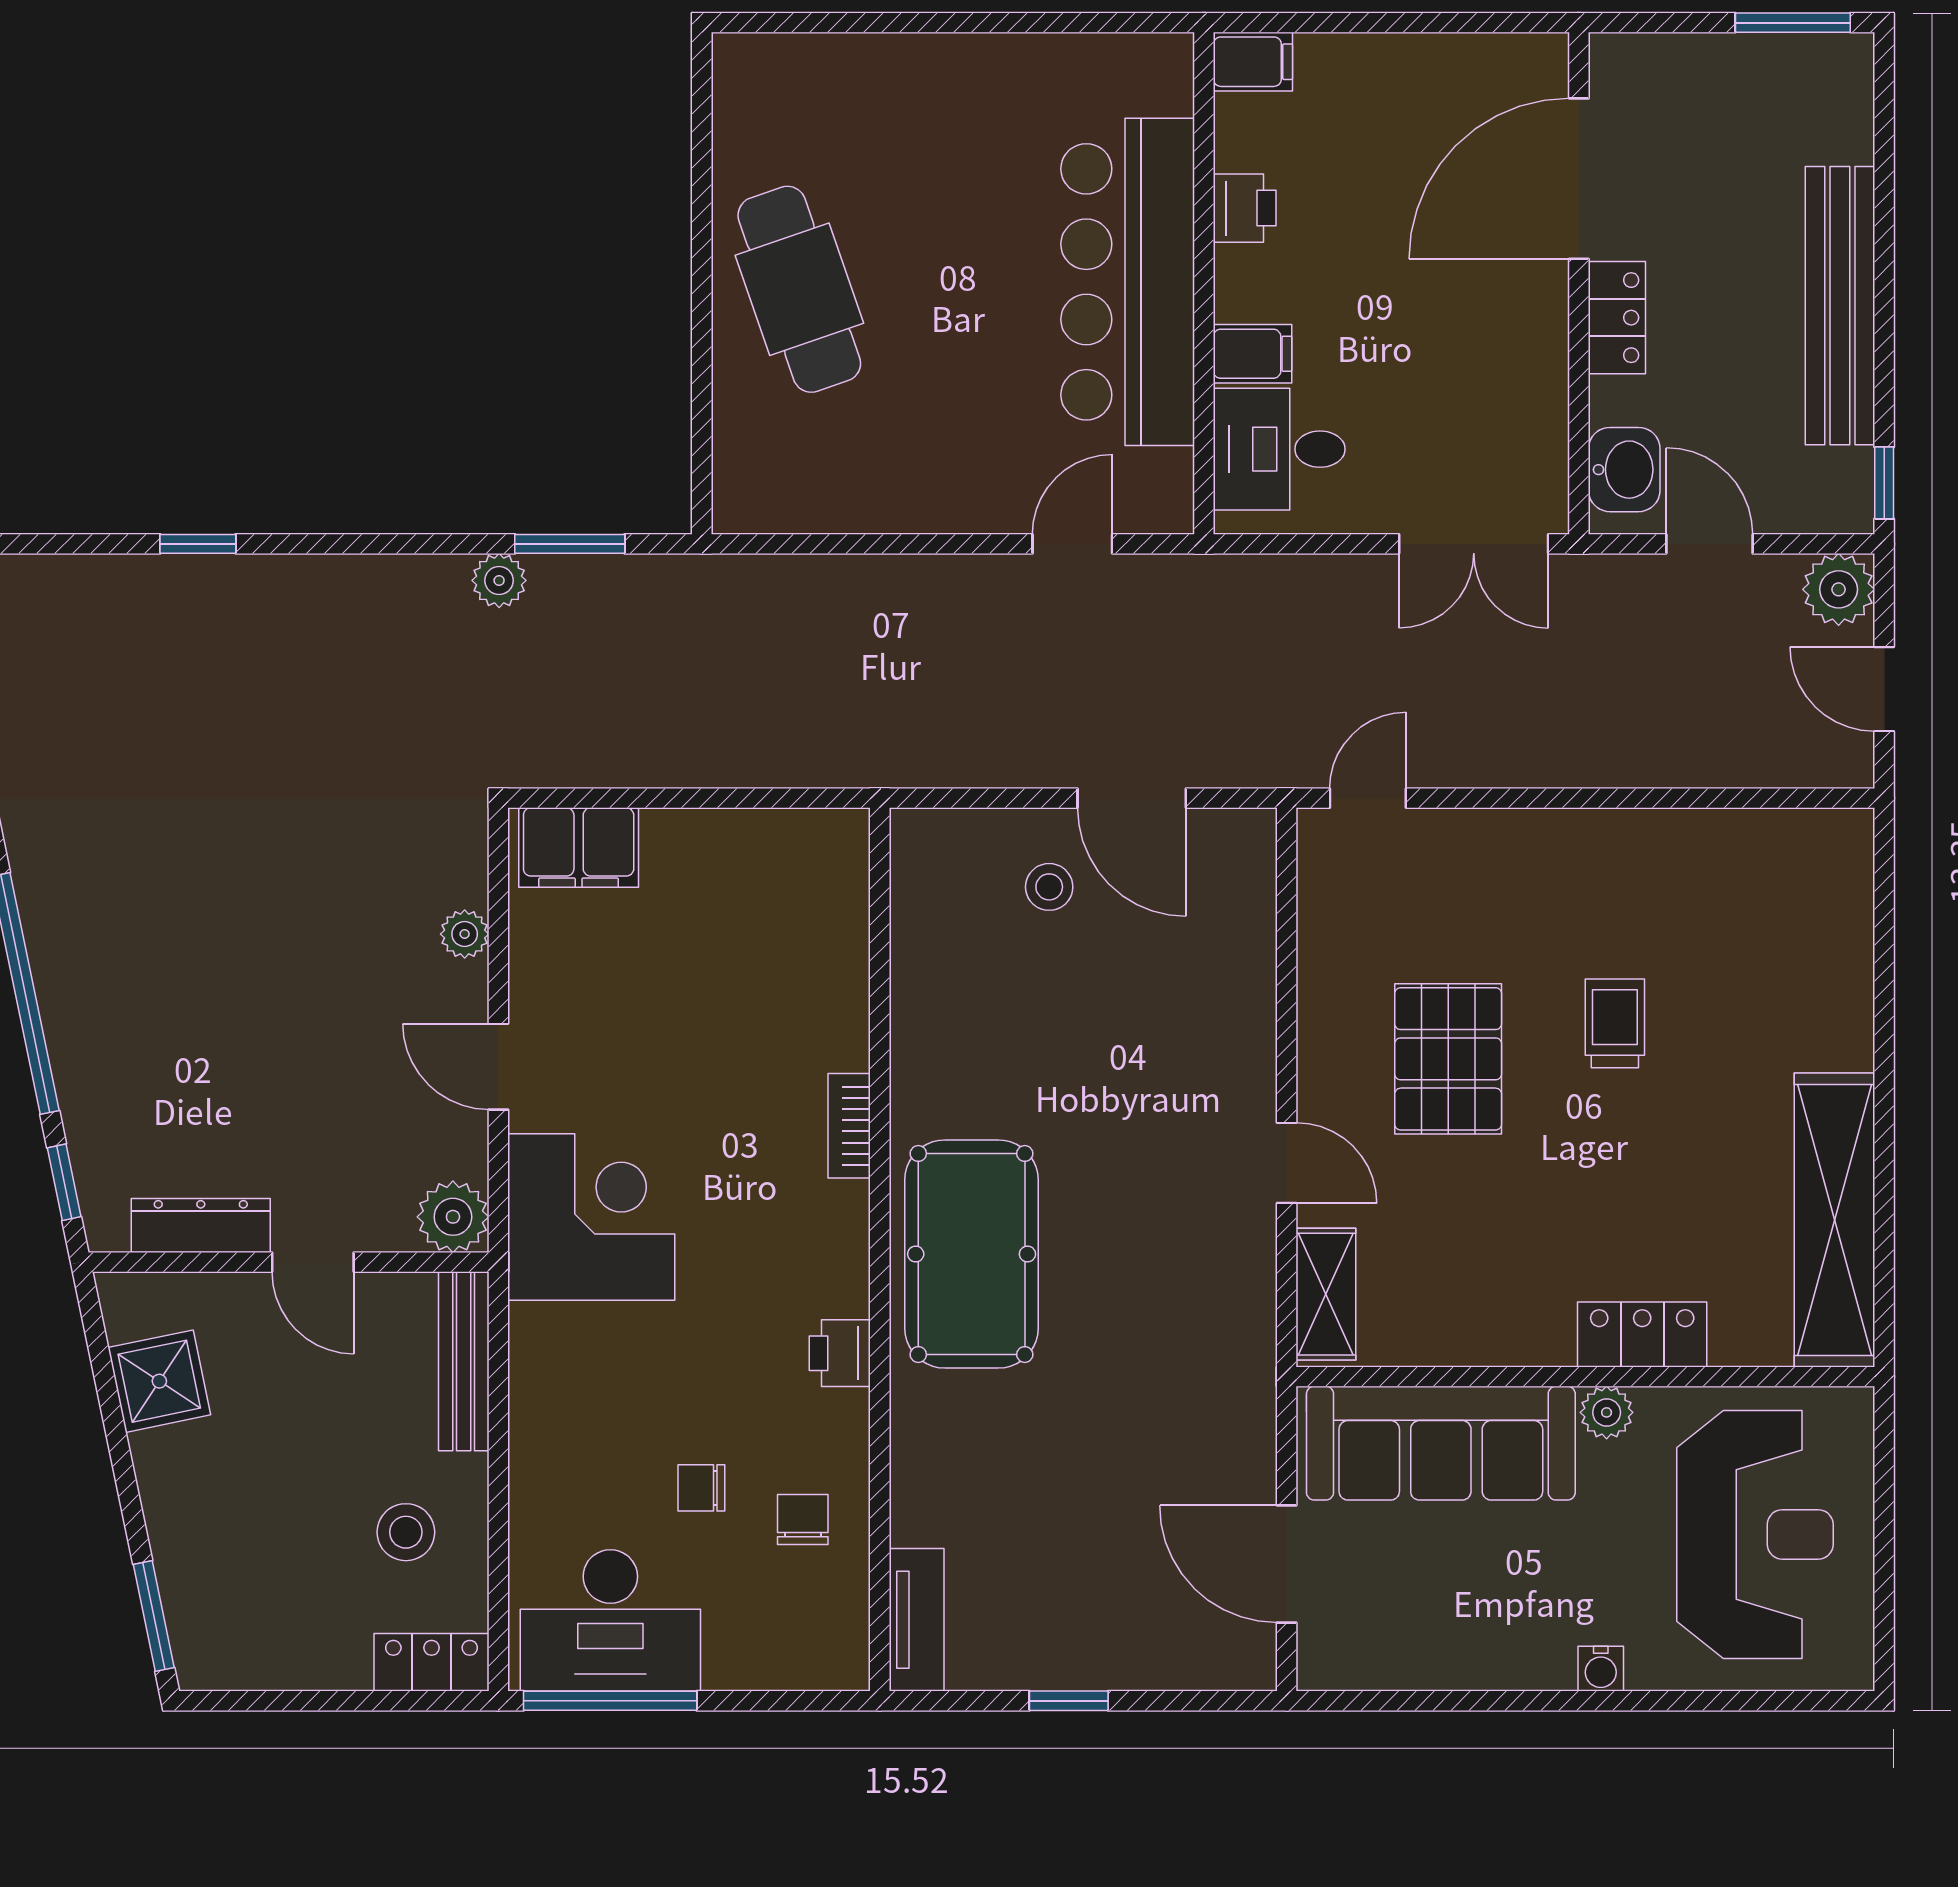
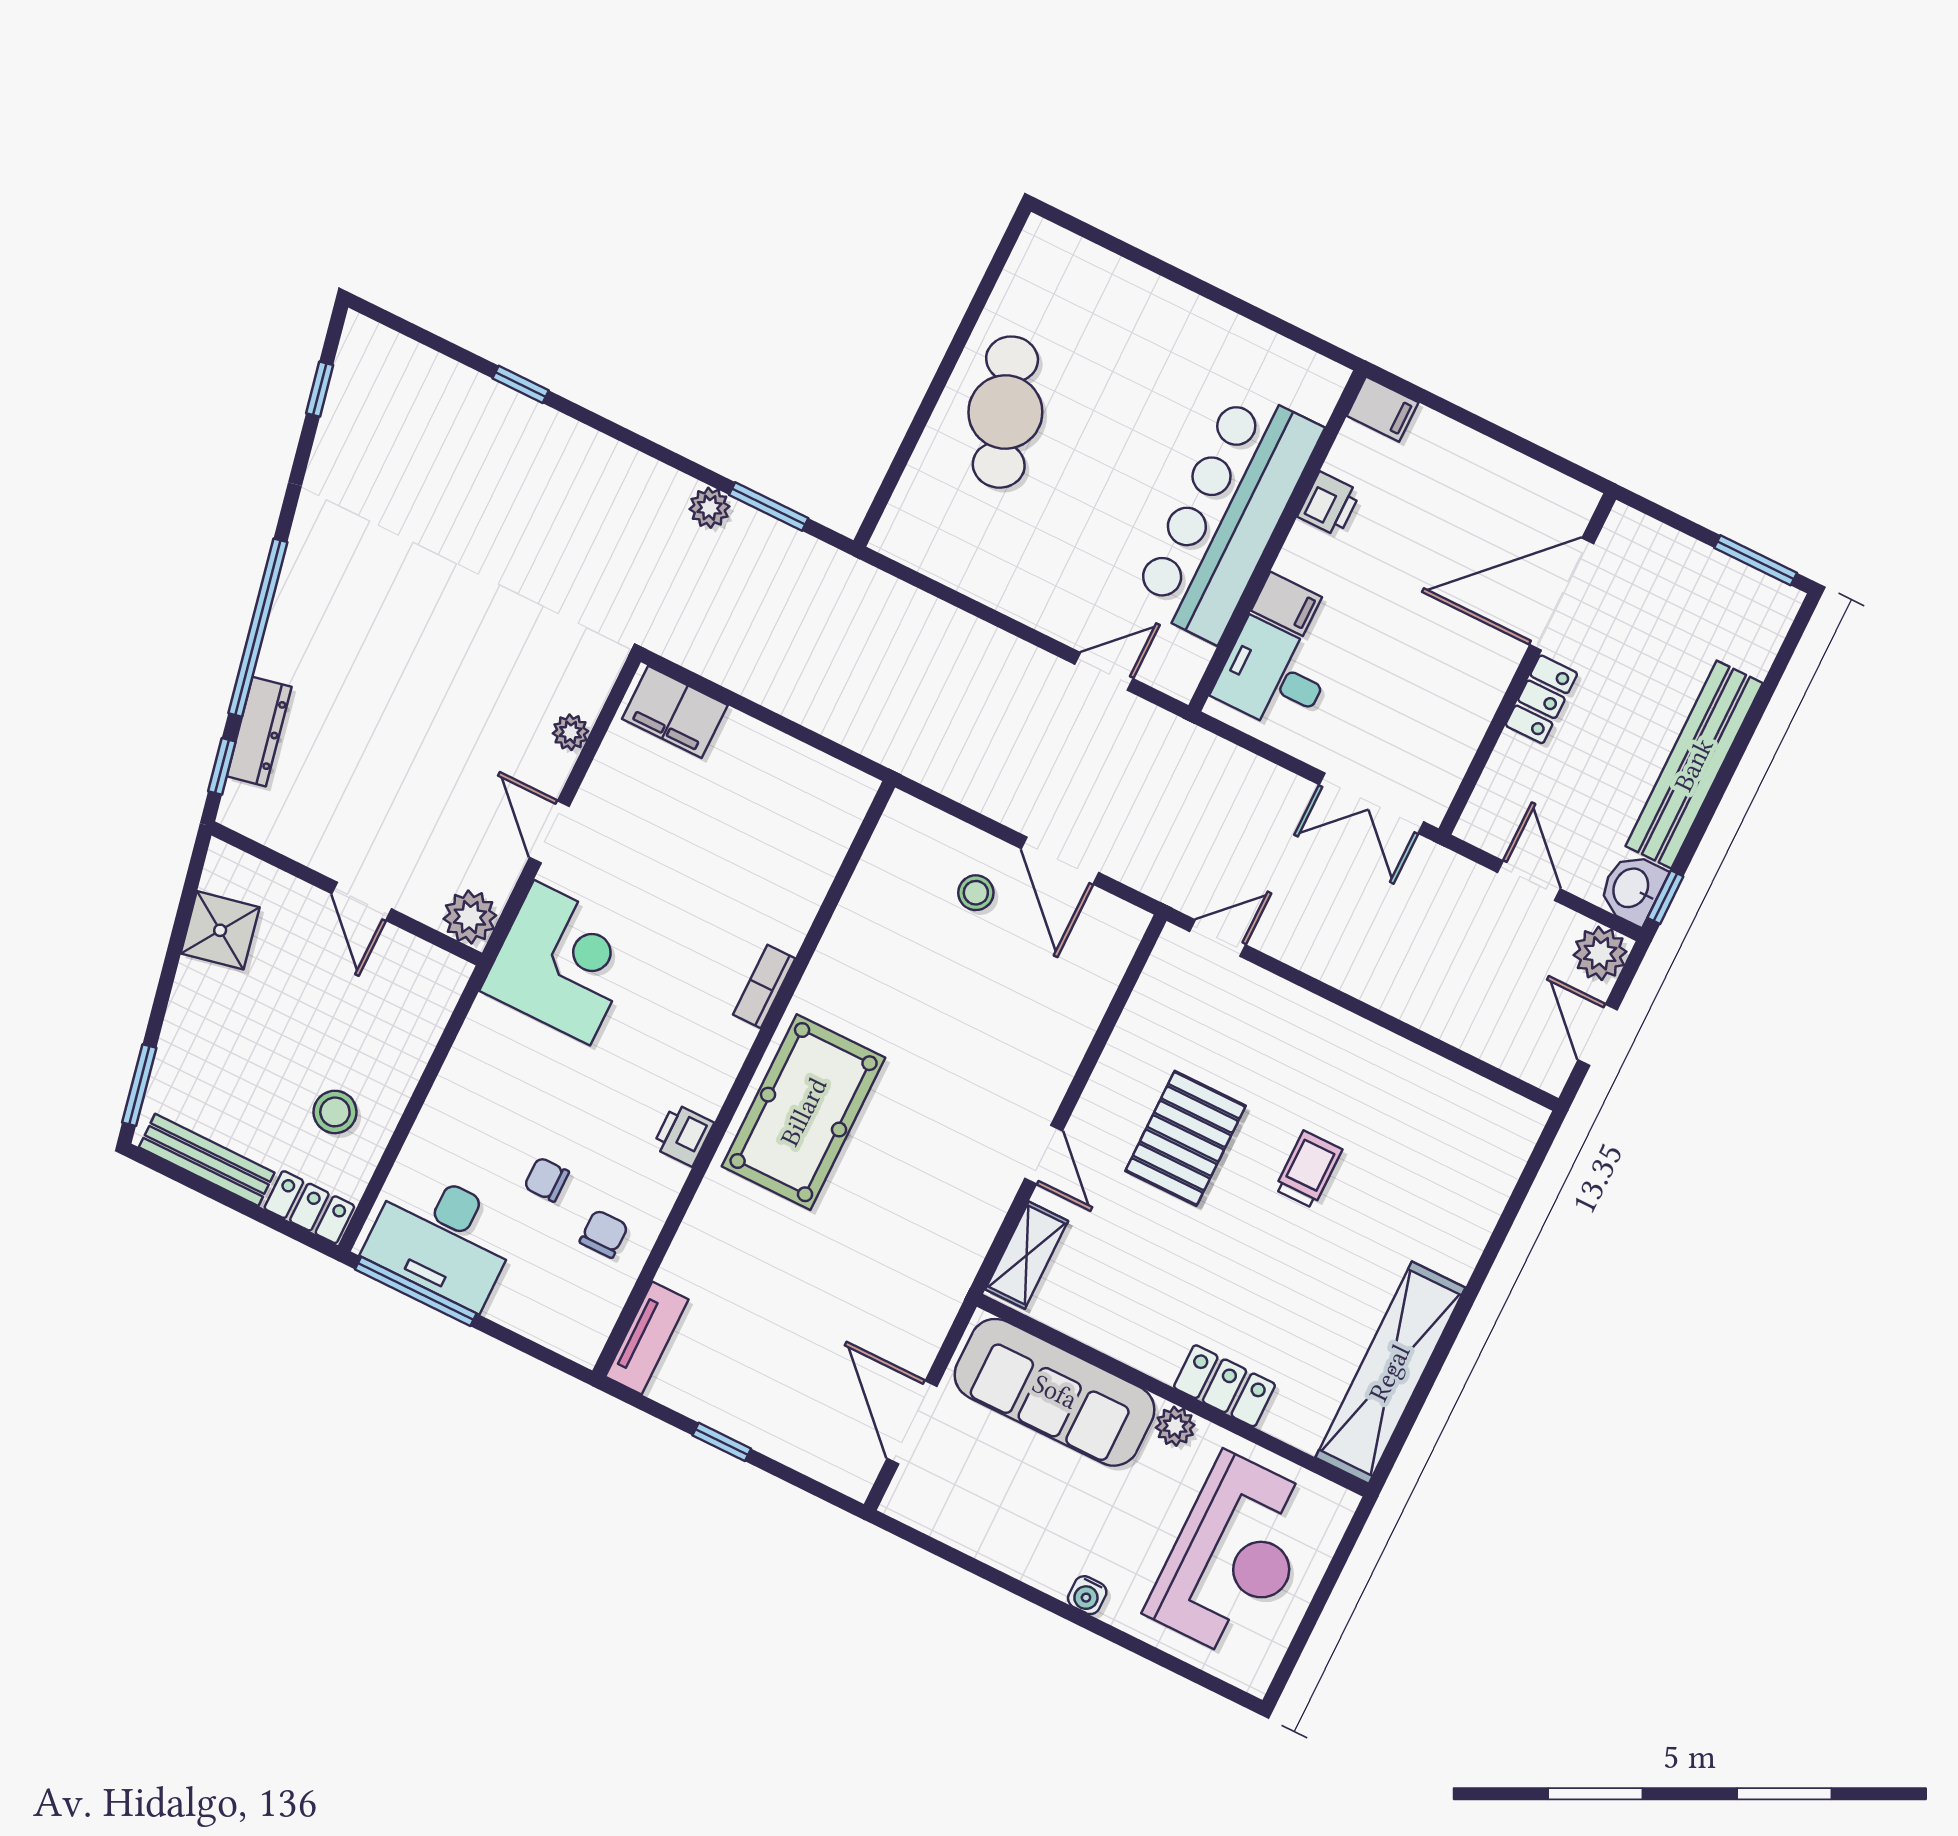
washbasin: (1624, 470) -> (1632, 889), moved, turned 180
dresser: (201, 1225) -> (259, 732), moved, turned 78
bench: (464, 1361) -> (207, 1160), moved, turned 90

